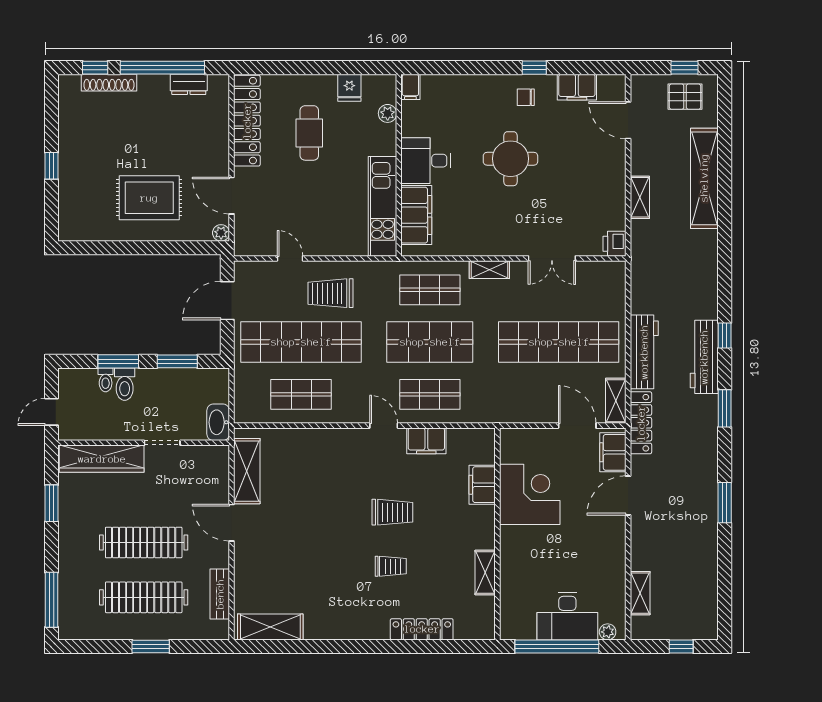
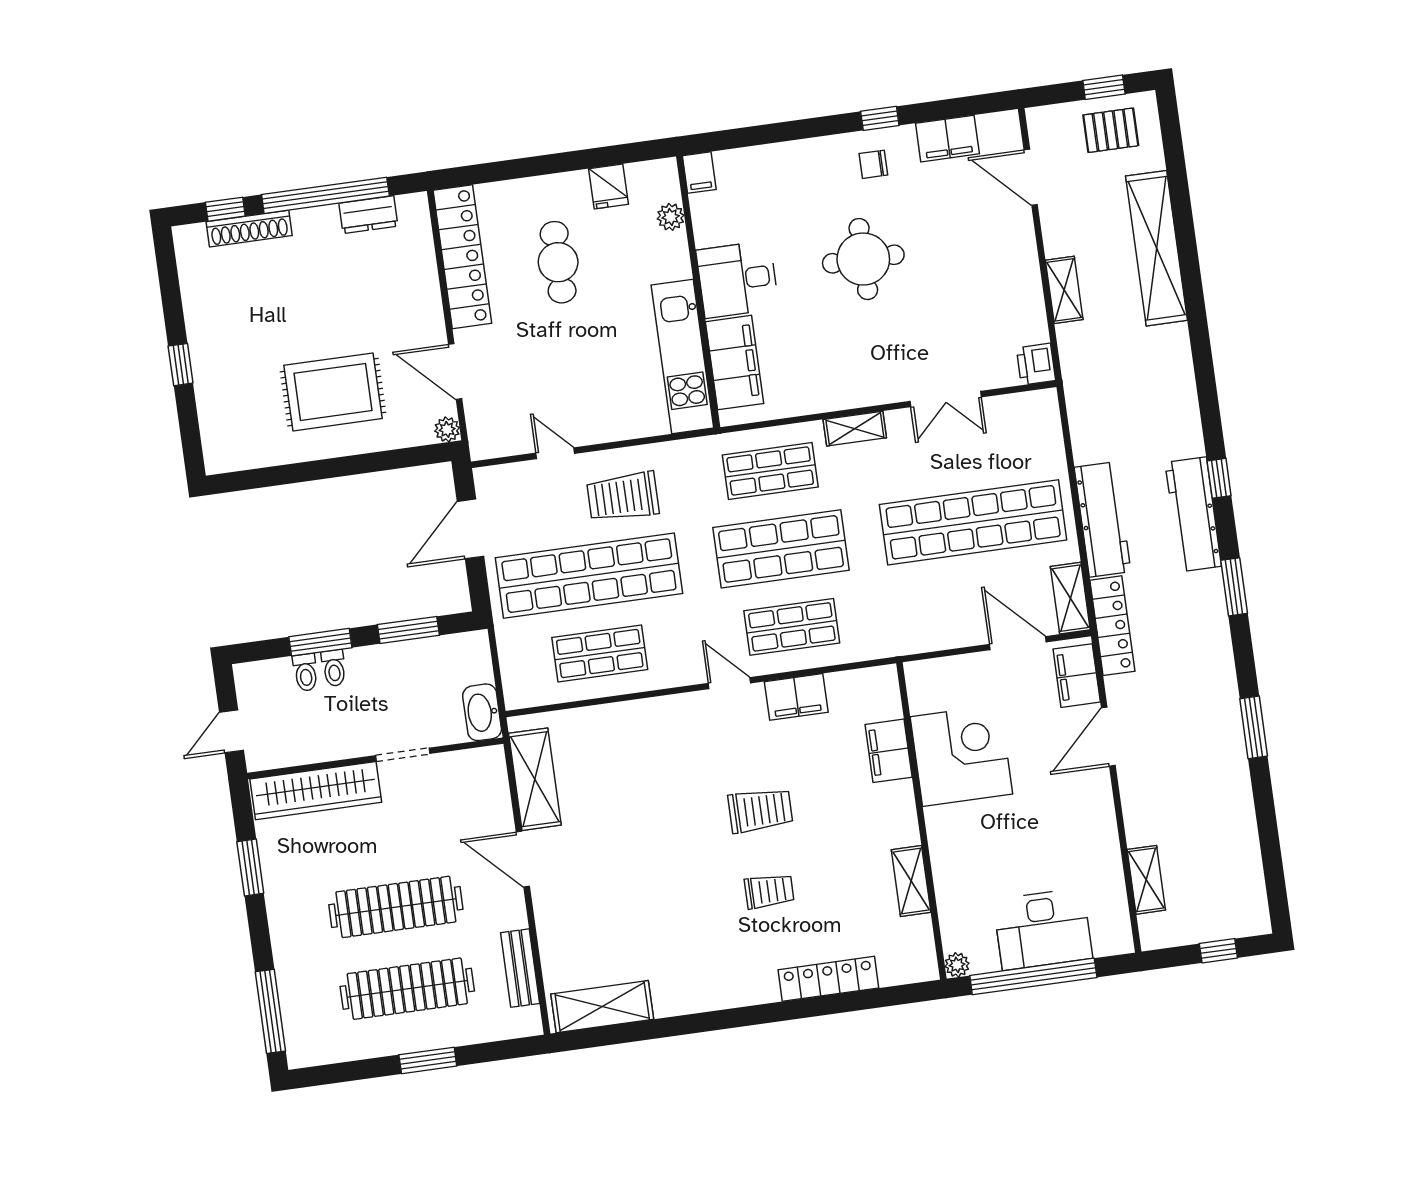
toilet: (125, 384) -> (334, 668), width x0.73, depth x0.72
plant: (608, 632) -> (957, 965), moved

